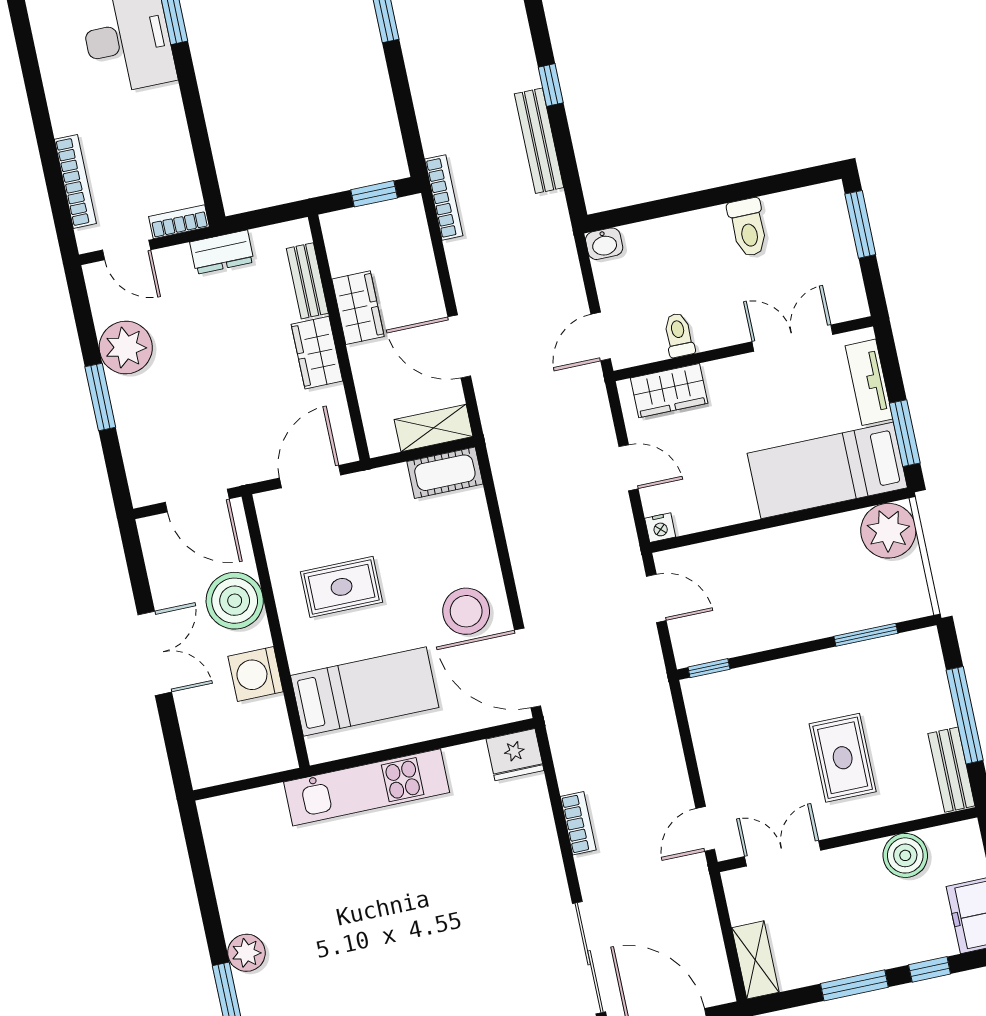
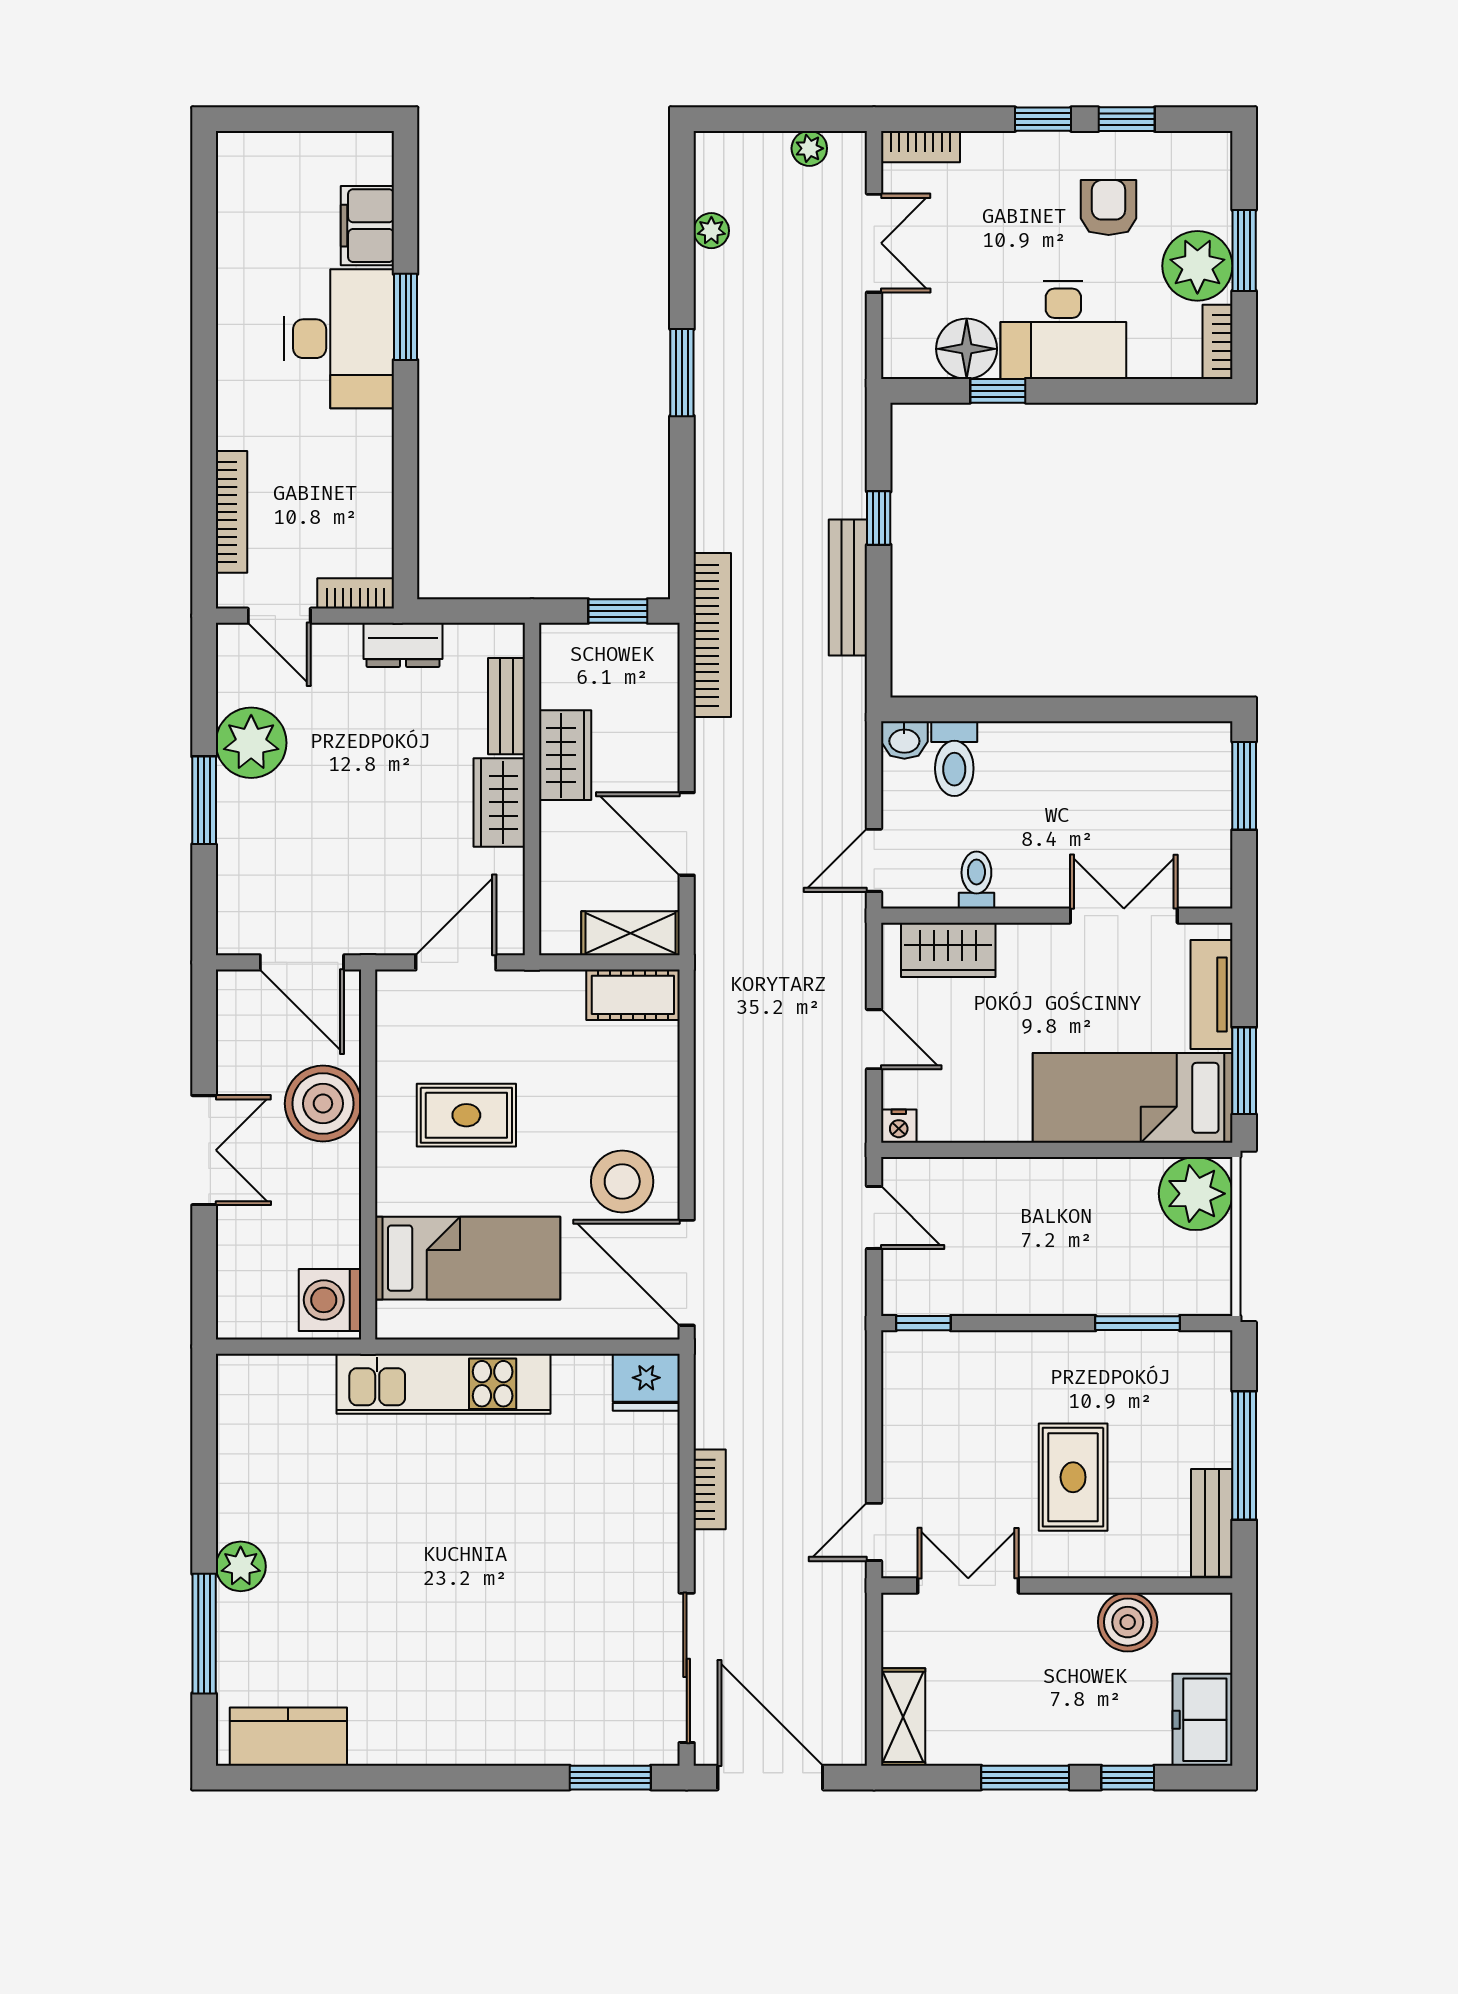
bookcase: (444, 197) -> (712, 635), width x1.48, depth x1.31
toilet: (748, 227) -> (954, 759), moved
washing machine: (256, 674) -> (330, 1300), moved

